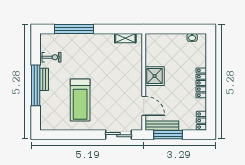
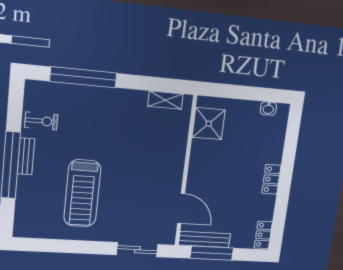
shower: (155, 76) -> (209, 124), moved
locker: (201, 83) -> (271, 179), width x0.66

